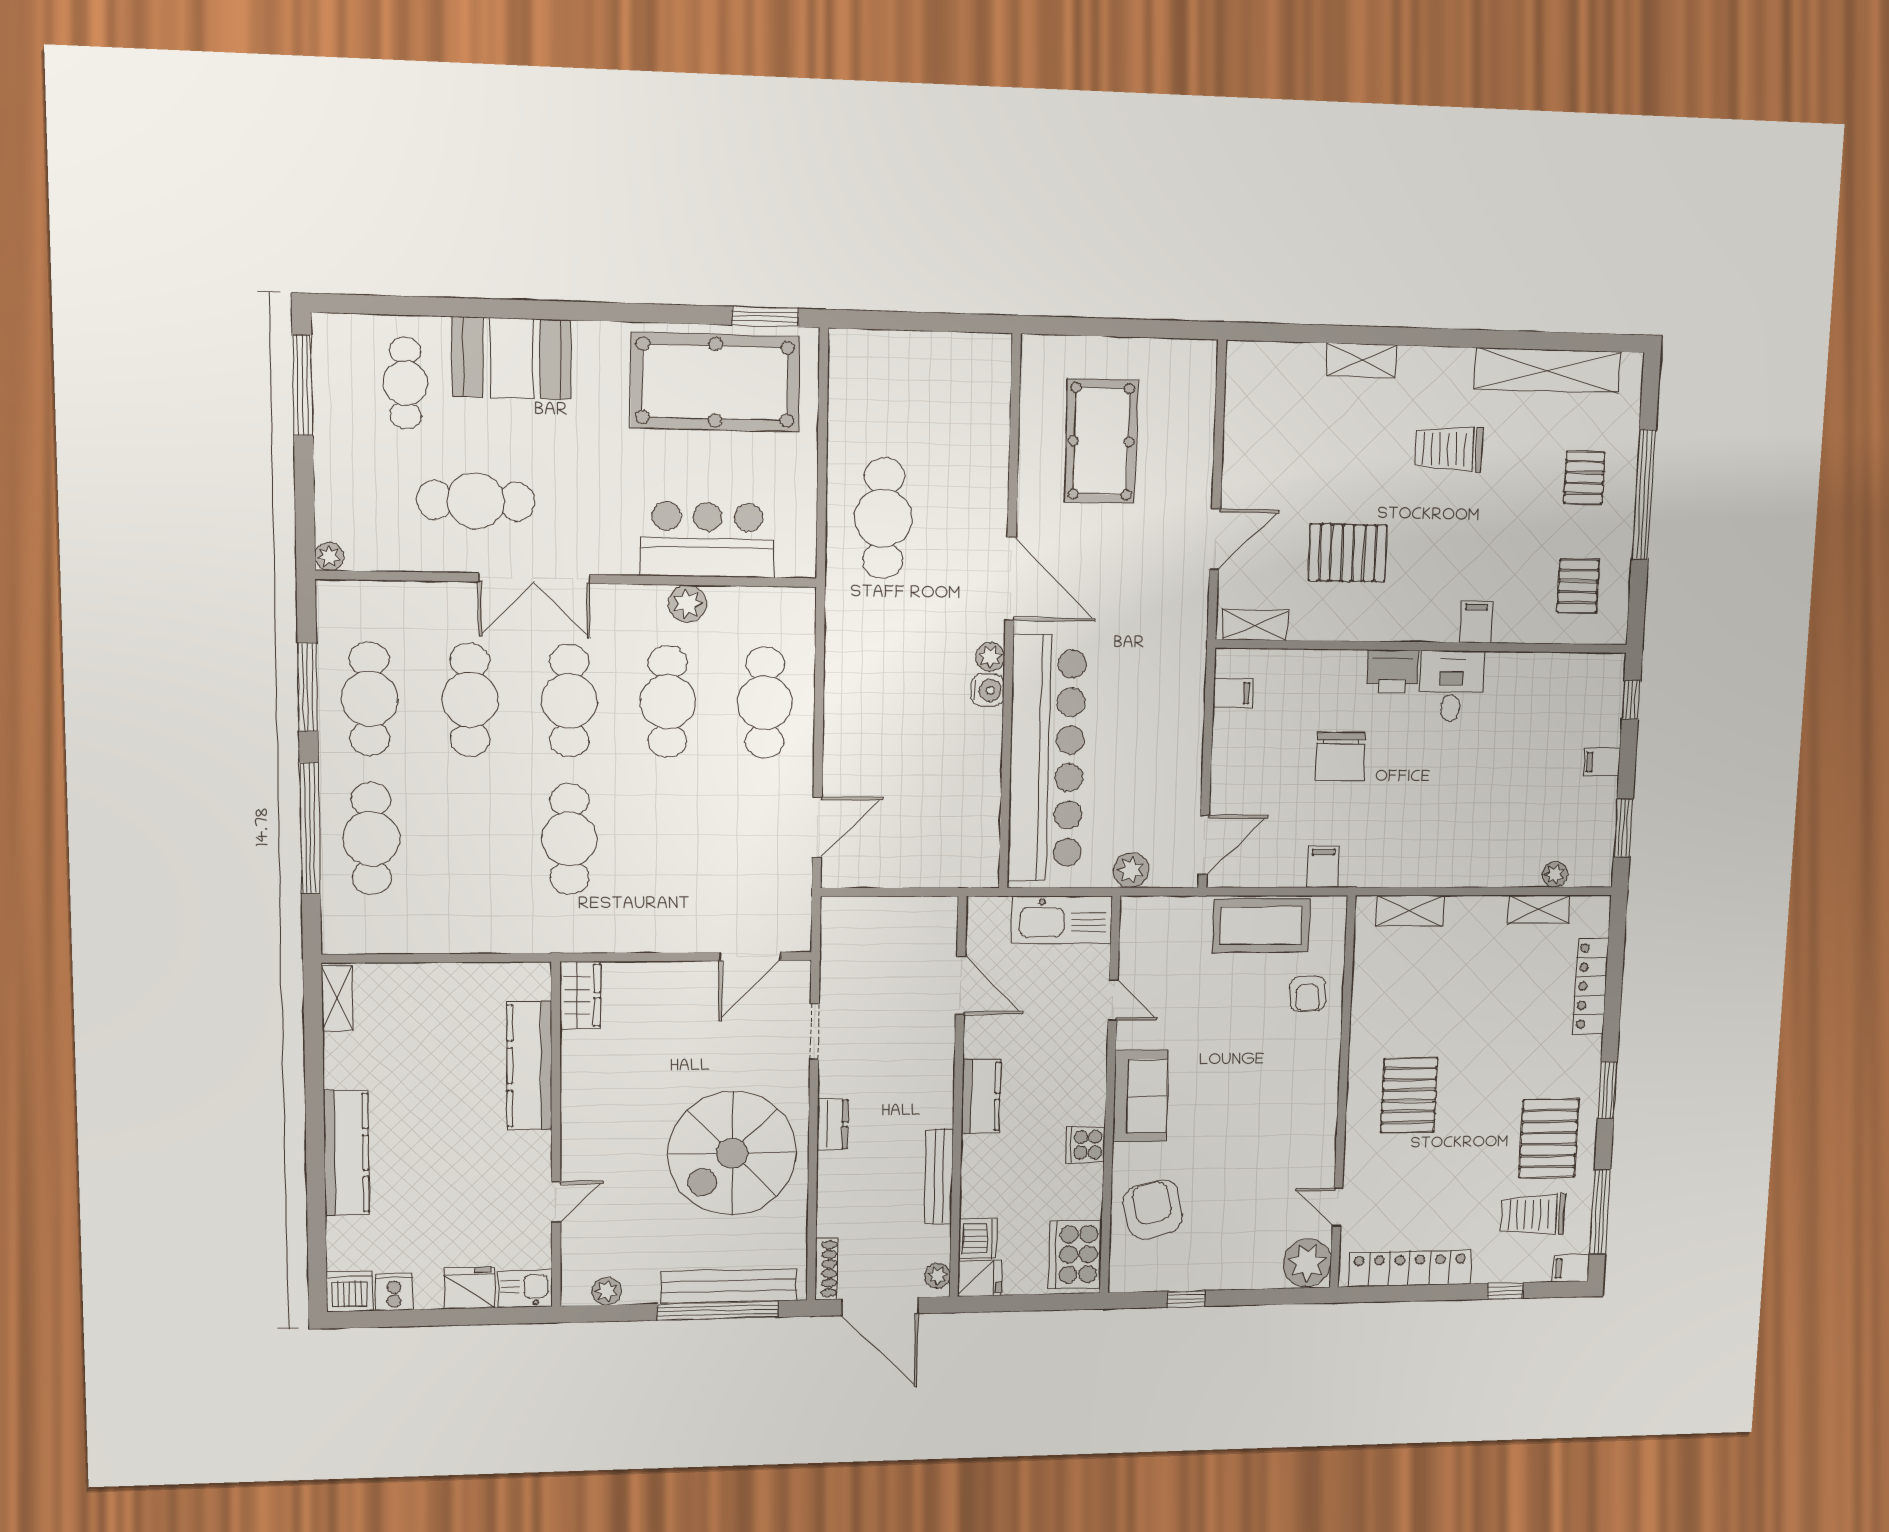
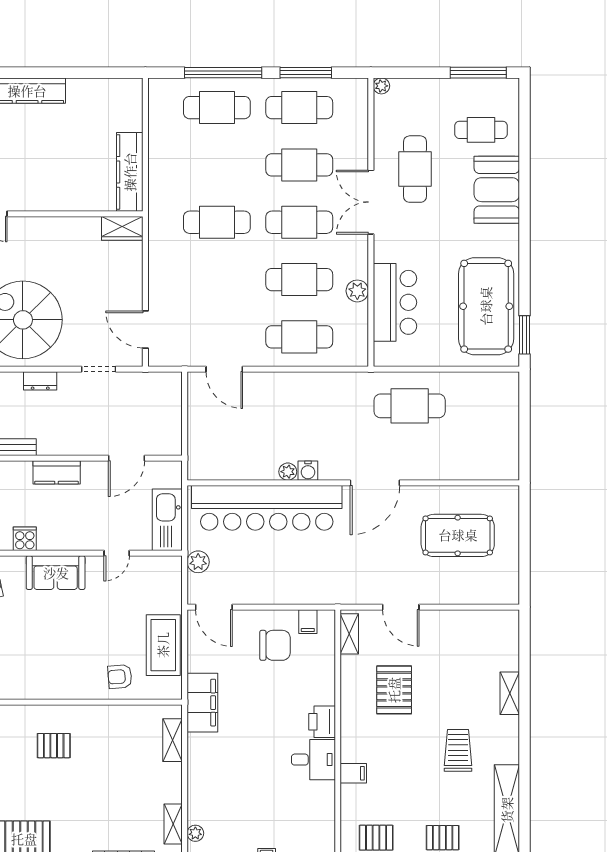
plant: (990, 657) -> (288, 472), moved
chair: (1340, 756) -> (275, 645), moved, turned 180
filing cabinet: (1323, 867) -> (202, 703), width x3.00, depth x1.17
shelving: (337, 998) -> (121, 87), removed
kitchen counter: (529, 1066) -> (130, 172), moved, turned -90
pallet: (1409, 1095) -> (54, 746), width x0.67, depth x0.71

